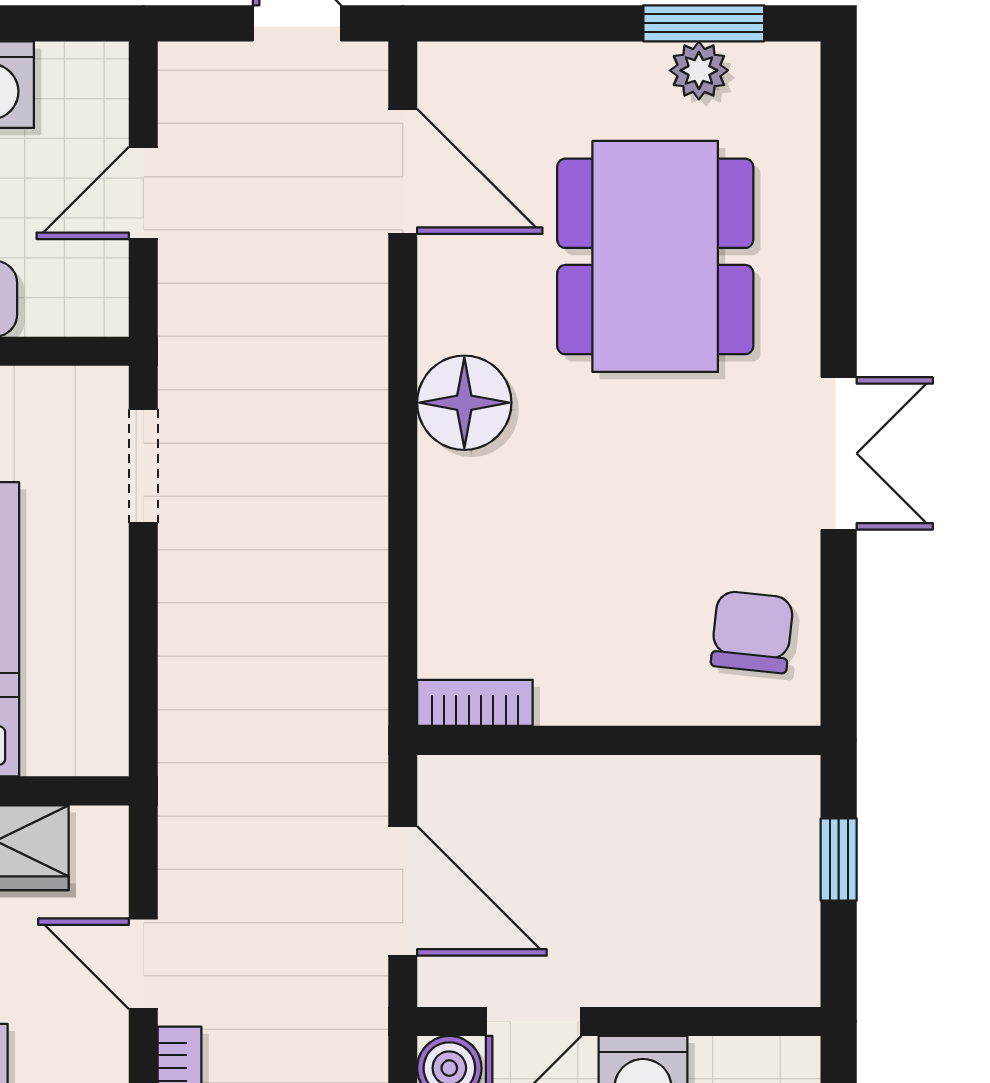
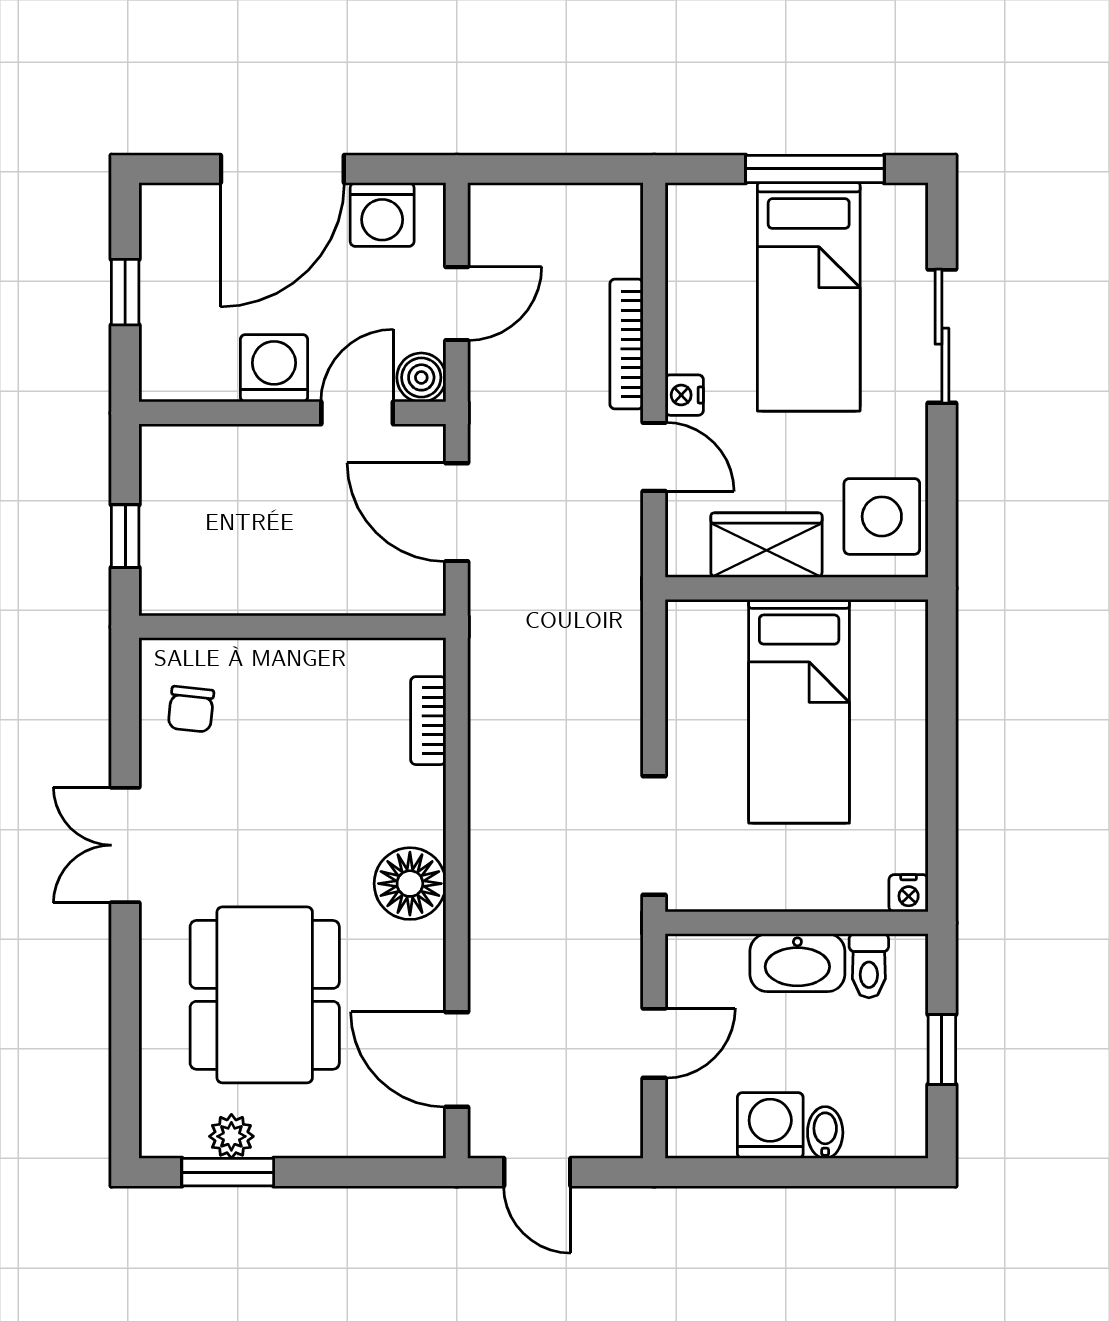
doorway: (143, 466) -> (654, 836), width x1.38
chair: (752, 632) -> (191, 709), width x0.73, depth x0.73
bookcase: (475, 703) -> (428, 721), moved, turned 90
nightstand: (104, 1045) -> (684, 395), added

